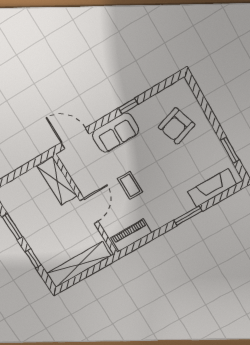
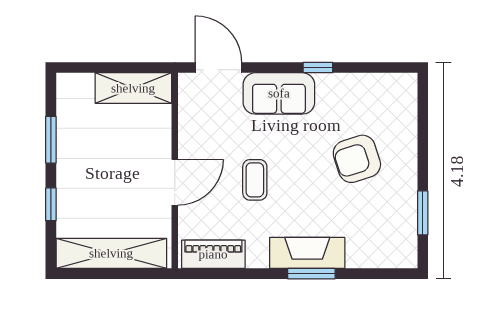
armchair: (177, 126) -> (357, 159), moved
shelving: (57, 181) -> (133, 88), moved, turned 90
fireplace: (212, 188) -> (307, 253), moved

